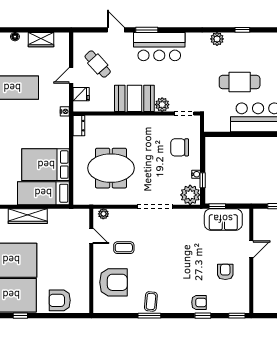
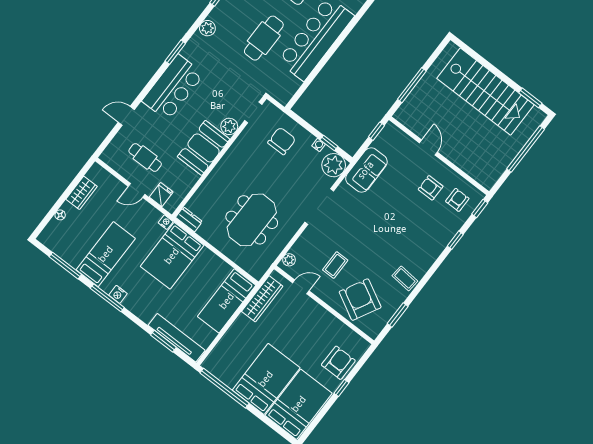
window: (147, 30) -> (175, 52), moved
cafe table: (98, 64) -> (145, 158), turned 42
door: (71, 75) -> (137, 190), hinge flipped
chair: (180, 147) -> (282, 141), turned 180
bed: (46, 165) -> (172, 256), moved
window: (217, 206) -> (376, 131), moved
wardrobe: (28, 216) -> (262, 299), moved
sofa: (223, 219) -> (366, 170), moved
armchair: (114, 282) -> (360, 300), turned -62
armchair: (60, 300) -> (338, 363), turned 180
armchair: (199, 302) -> (457, 200), moved
window: (20, 316) -> (341, 388), moved
window: (149, 316) -> (398, 315), moved

